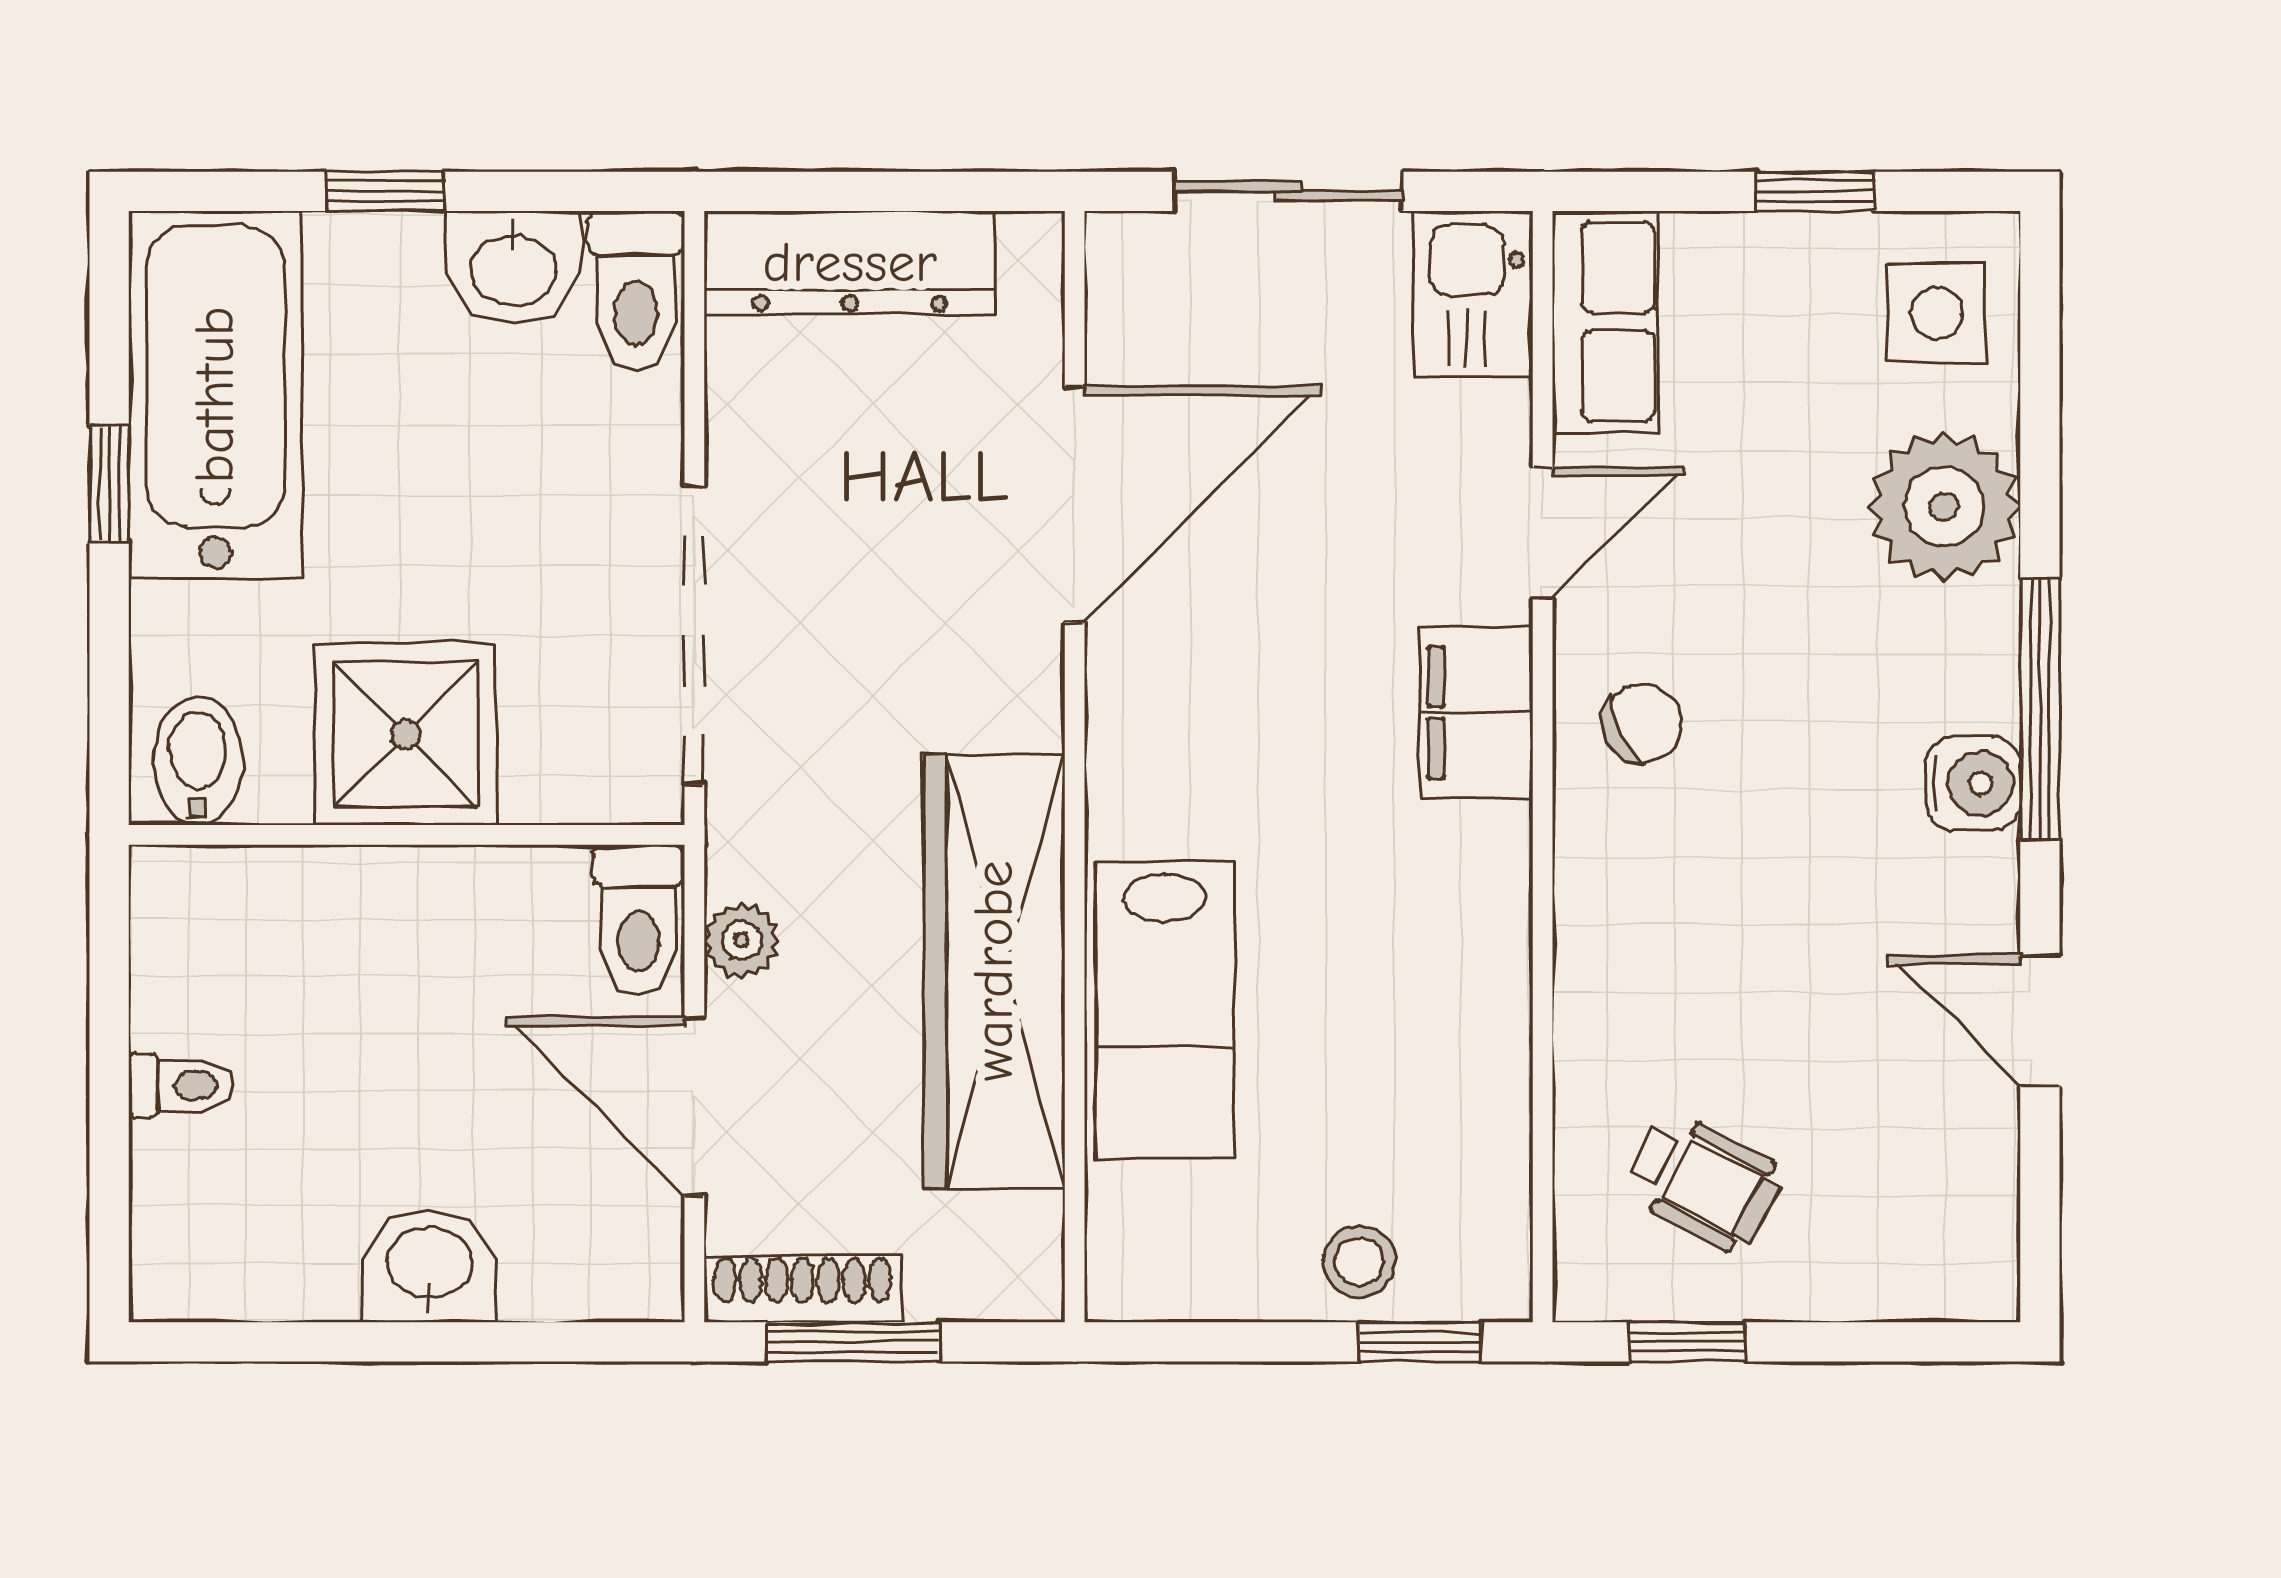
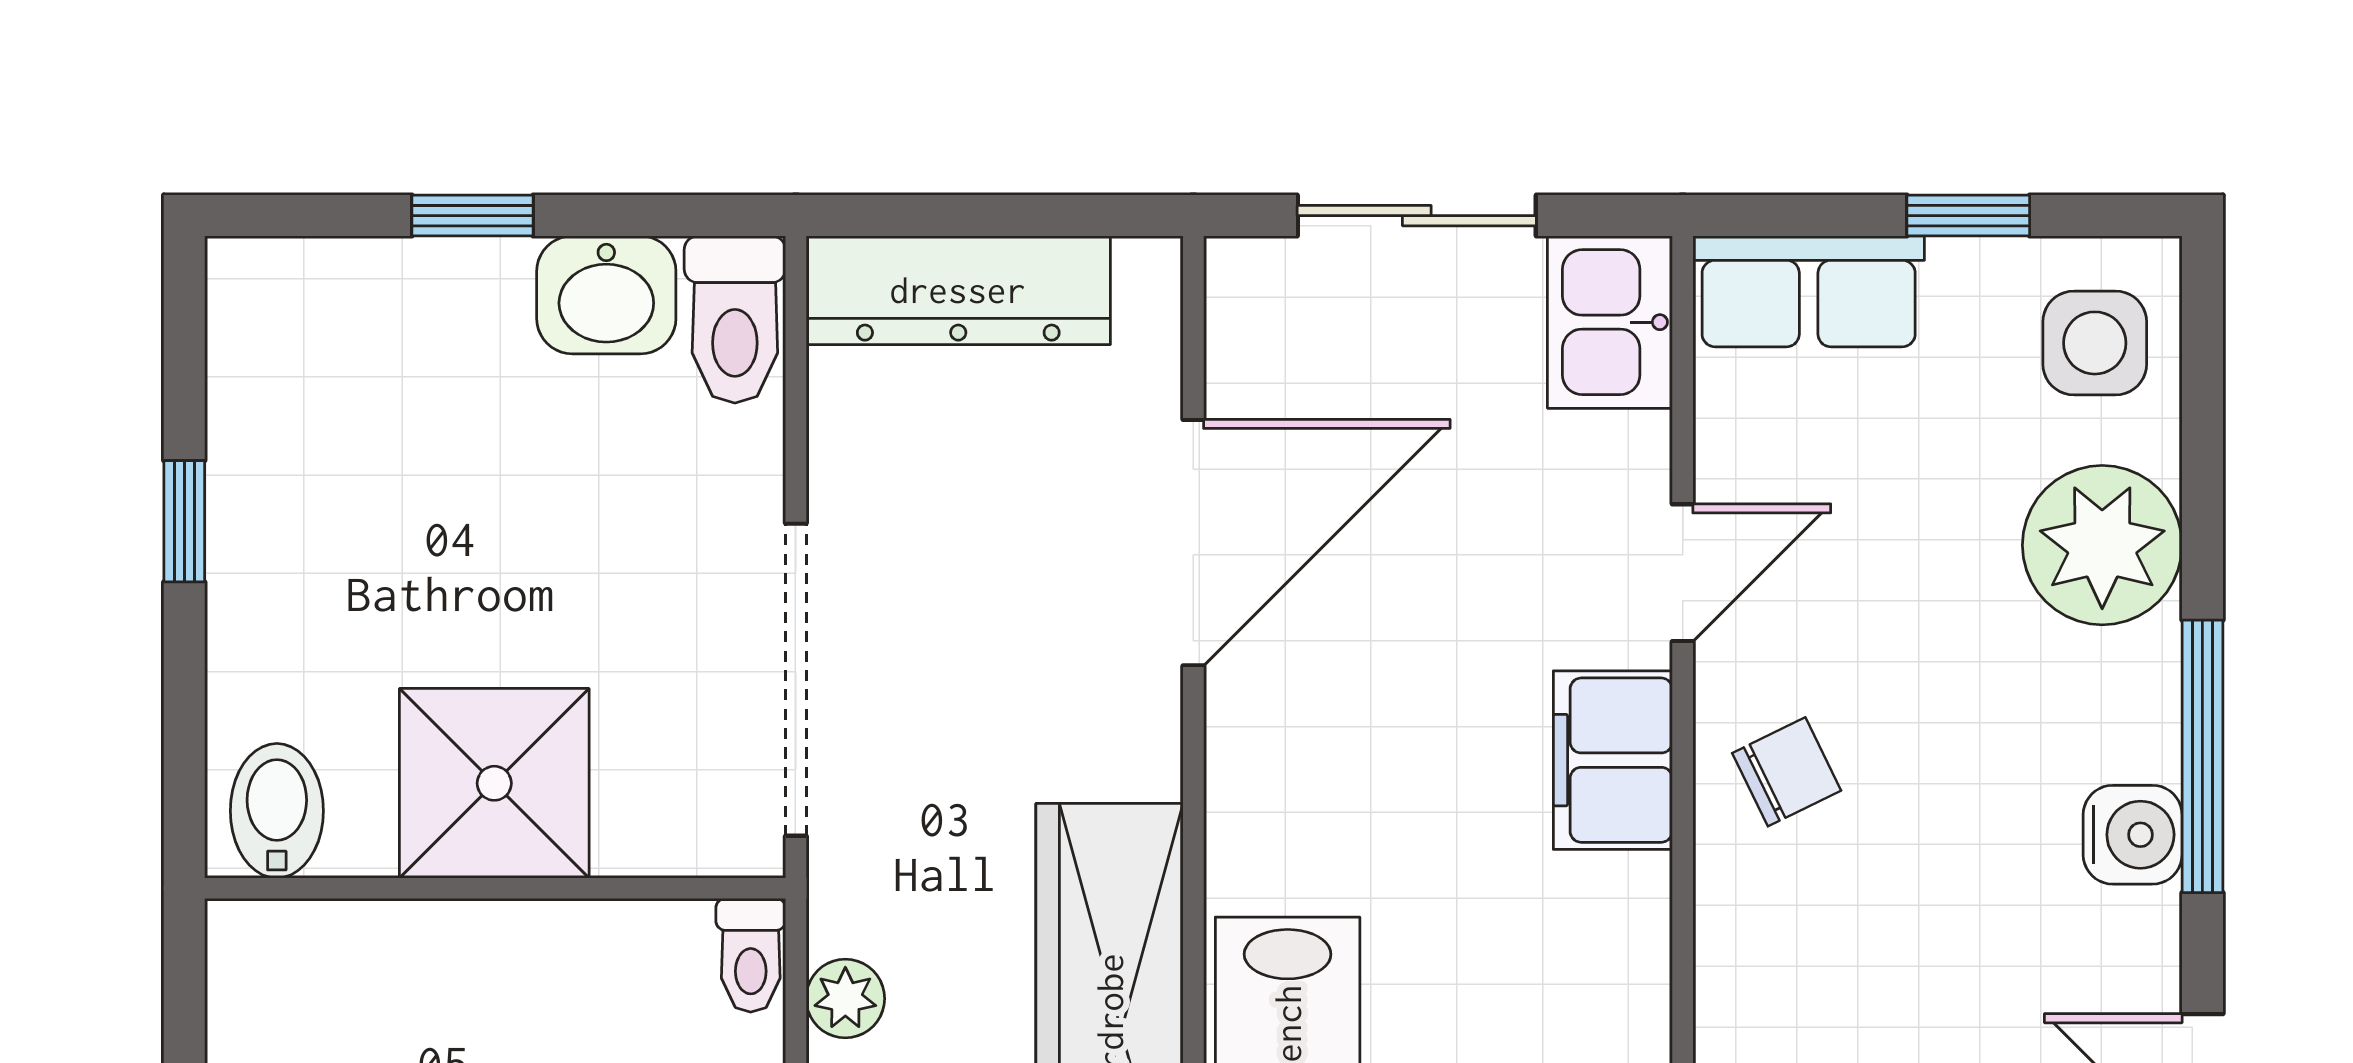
row of seats: (1605, 322) -> (1809, 291), moved, turned 90
bathtub: (215, 395) -> (295, 428), removed
toilet: (639, 920) -> (751, 955), width x0.73, depth x0.72

